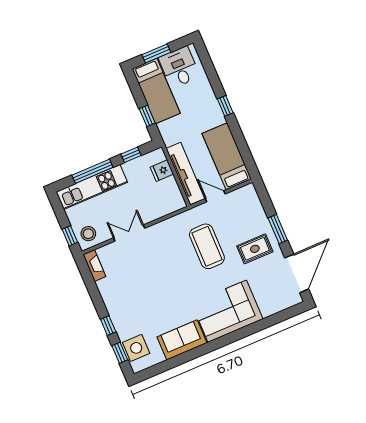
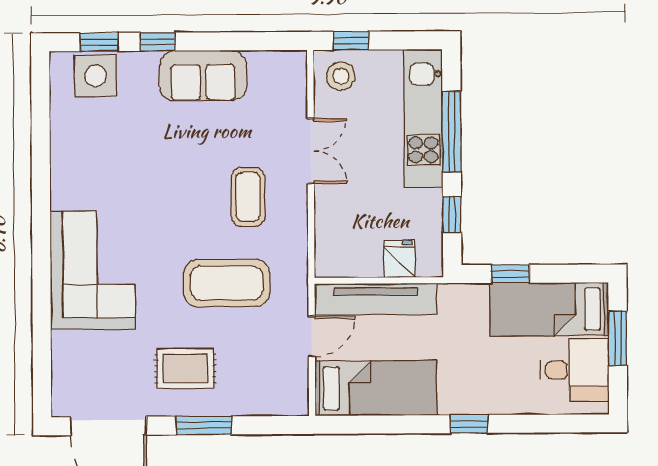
rug: (255, 249) -> (185, 368), turned 90
coffee table: (163, 253) -> (248, 197), added
fireplace: (94, 266) -> (278, 63), removed
sofa: (182, 340) -> (203, 76), moved, turned 90

